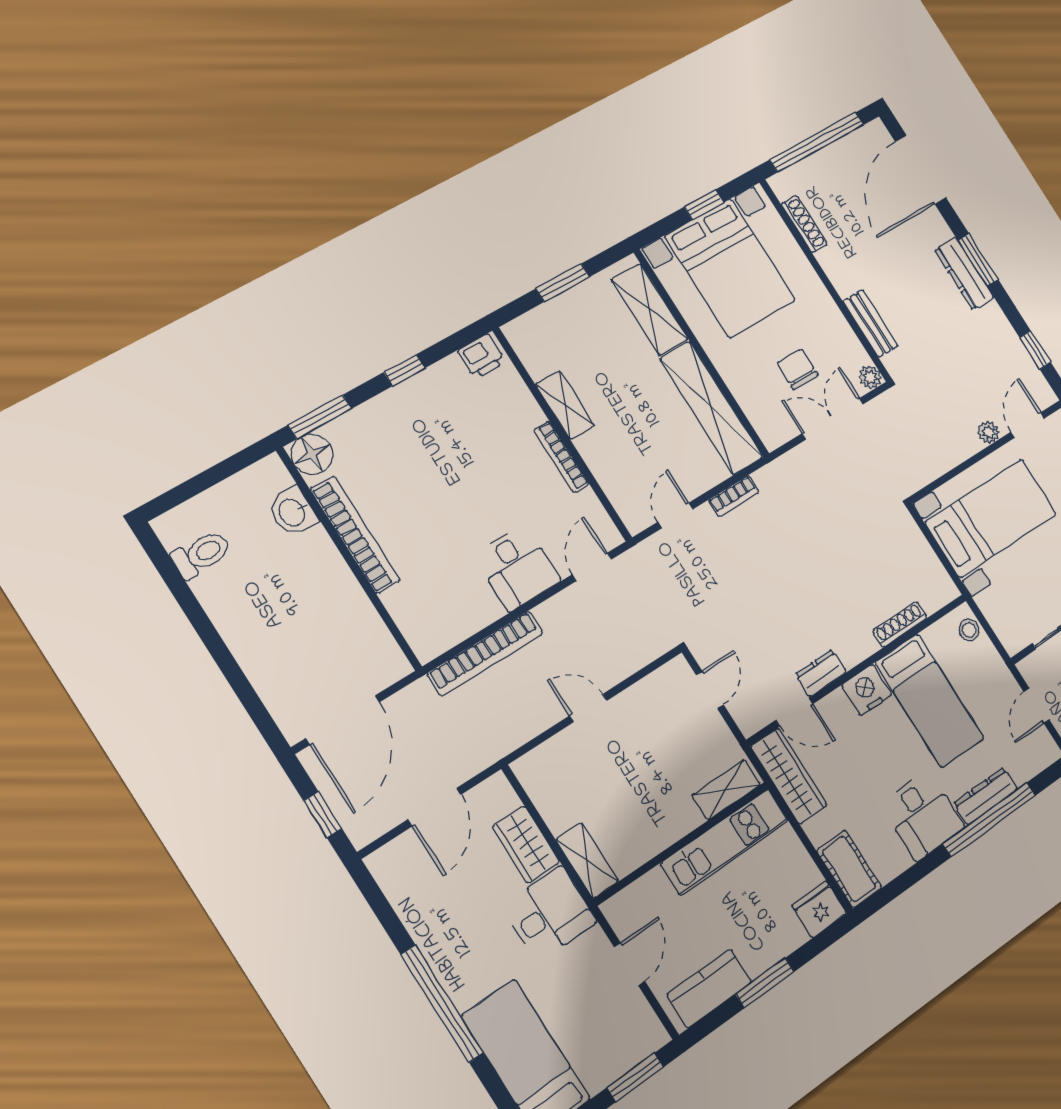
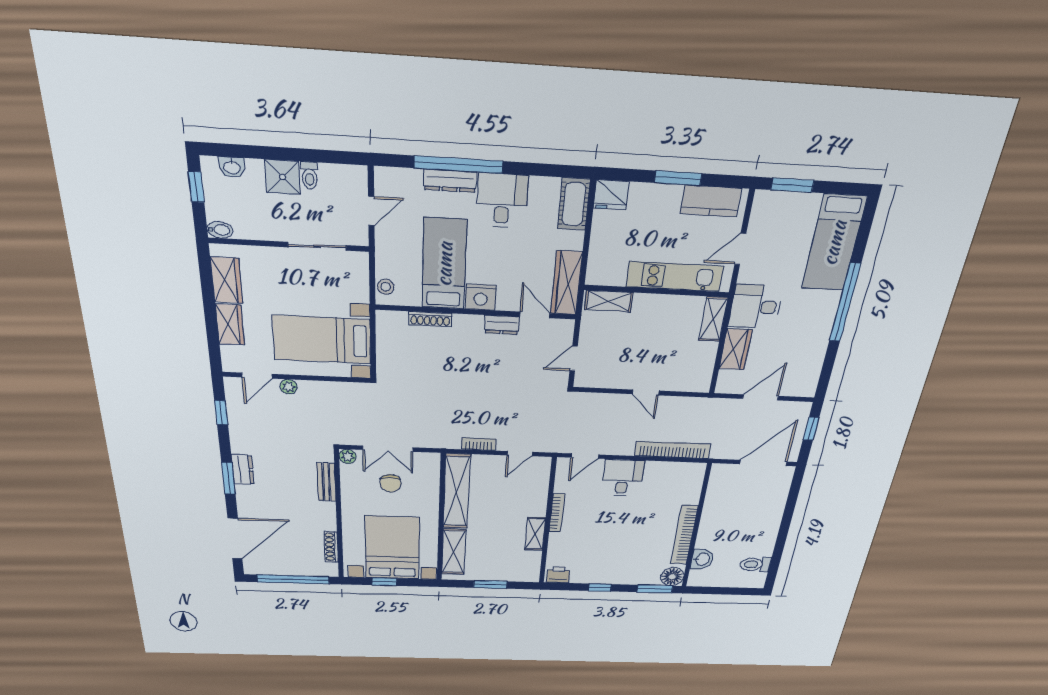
dresser: (964, 274) -> (243, 469), width x0.70
kitchen unit: (725, 842) -> (675, 277), moved

